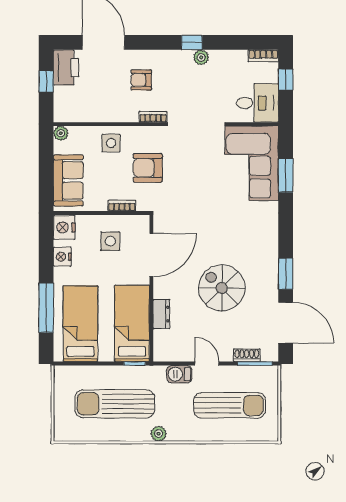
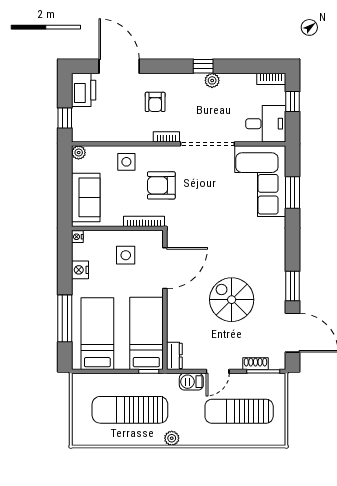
armchair: (141, 80) -> (155, 102), turned -90
window: (46, 81) -> (65, 118), moved
bookcase: (122, 206) -> (144, 221), width x1.56
nightstand: (64, 227) -> (77, 237), width x0.53, depth x0.56
dresser: (161, 314) -> (174, 356), moved
door: (207, 363) -> (218, 371), swing flipped
sun lounger: (229, 405) -> (239, 411), turned 180

